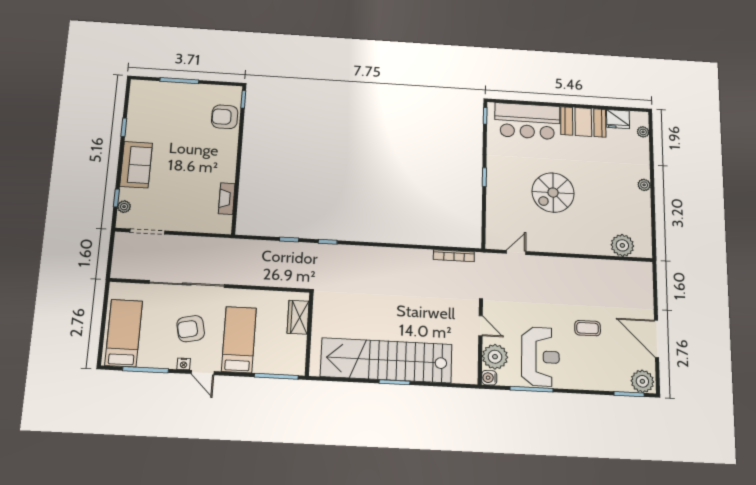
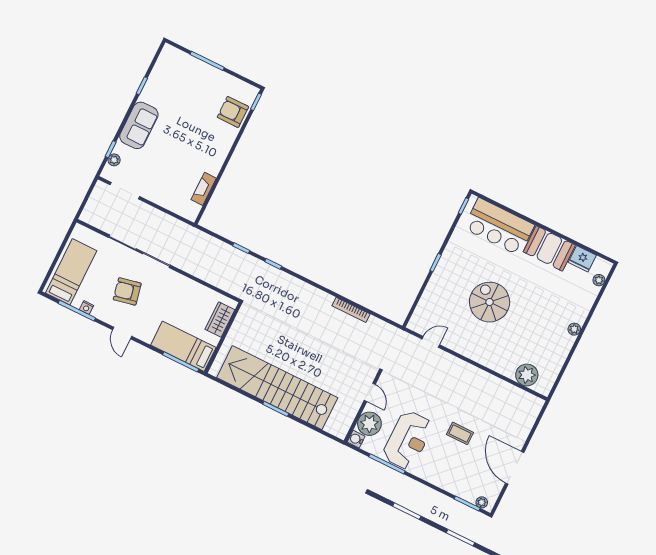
spiral stairs: (553, 193) -> (490, 302), turned 90
bookcase: (454, 256) -> (351, 310), moved
bed: (239, 340) -> (183, 346), moved, turned -90
nightstand: (184, 364) -> (86, 308), moved
plant: (642, 381) -> (482, 502), width x0.53, depth x0.53

